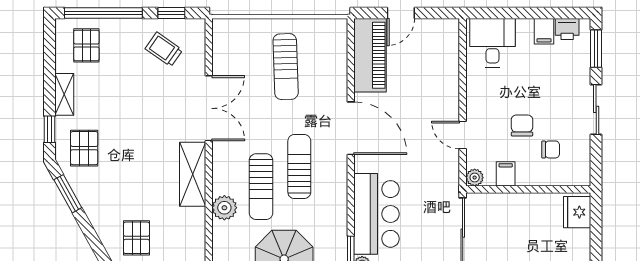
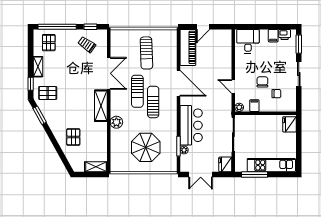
pallet: (84, 148) -> (48, 93), turned 90
sun lounger: (261, 187) -> (137, 91), moved

